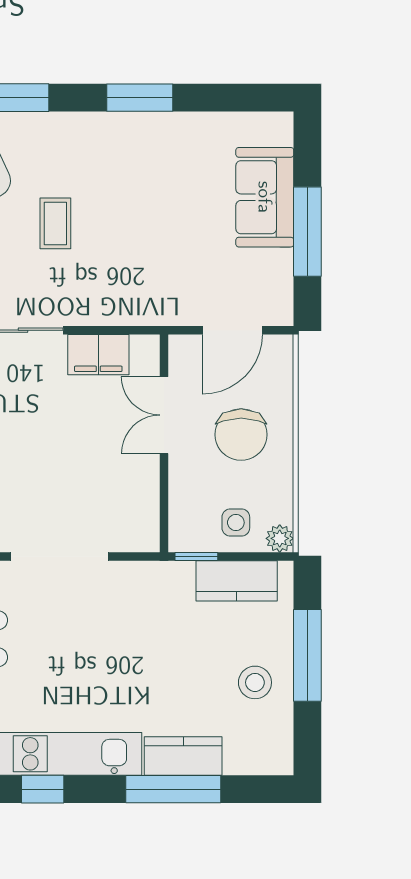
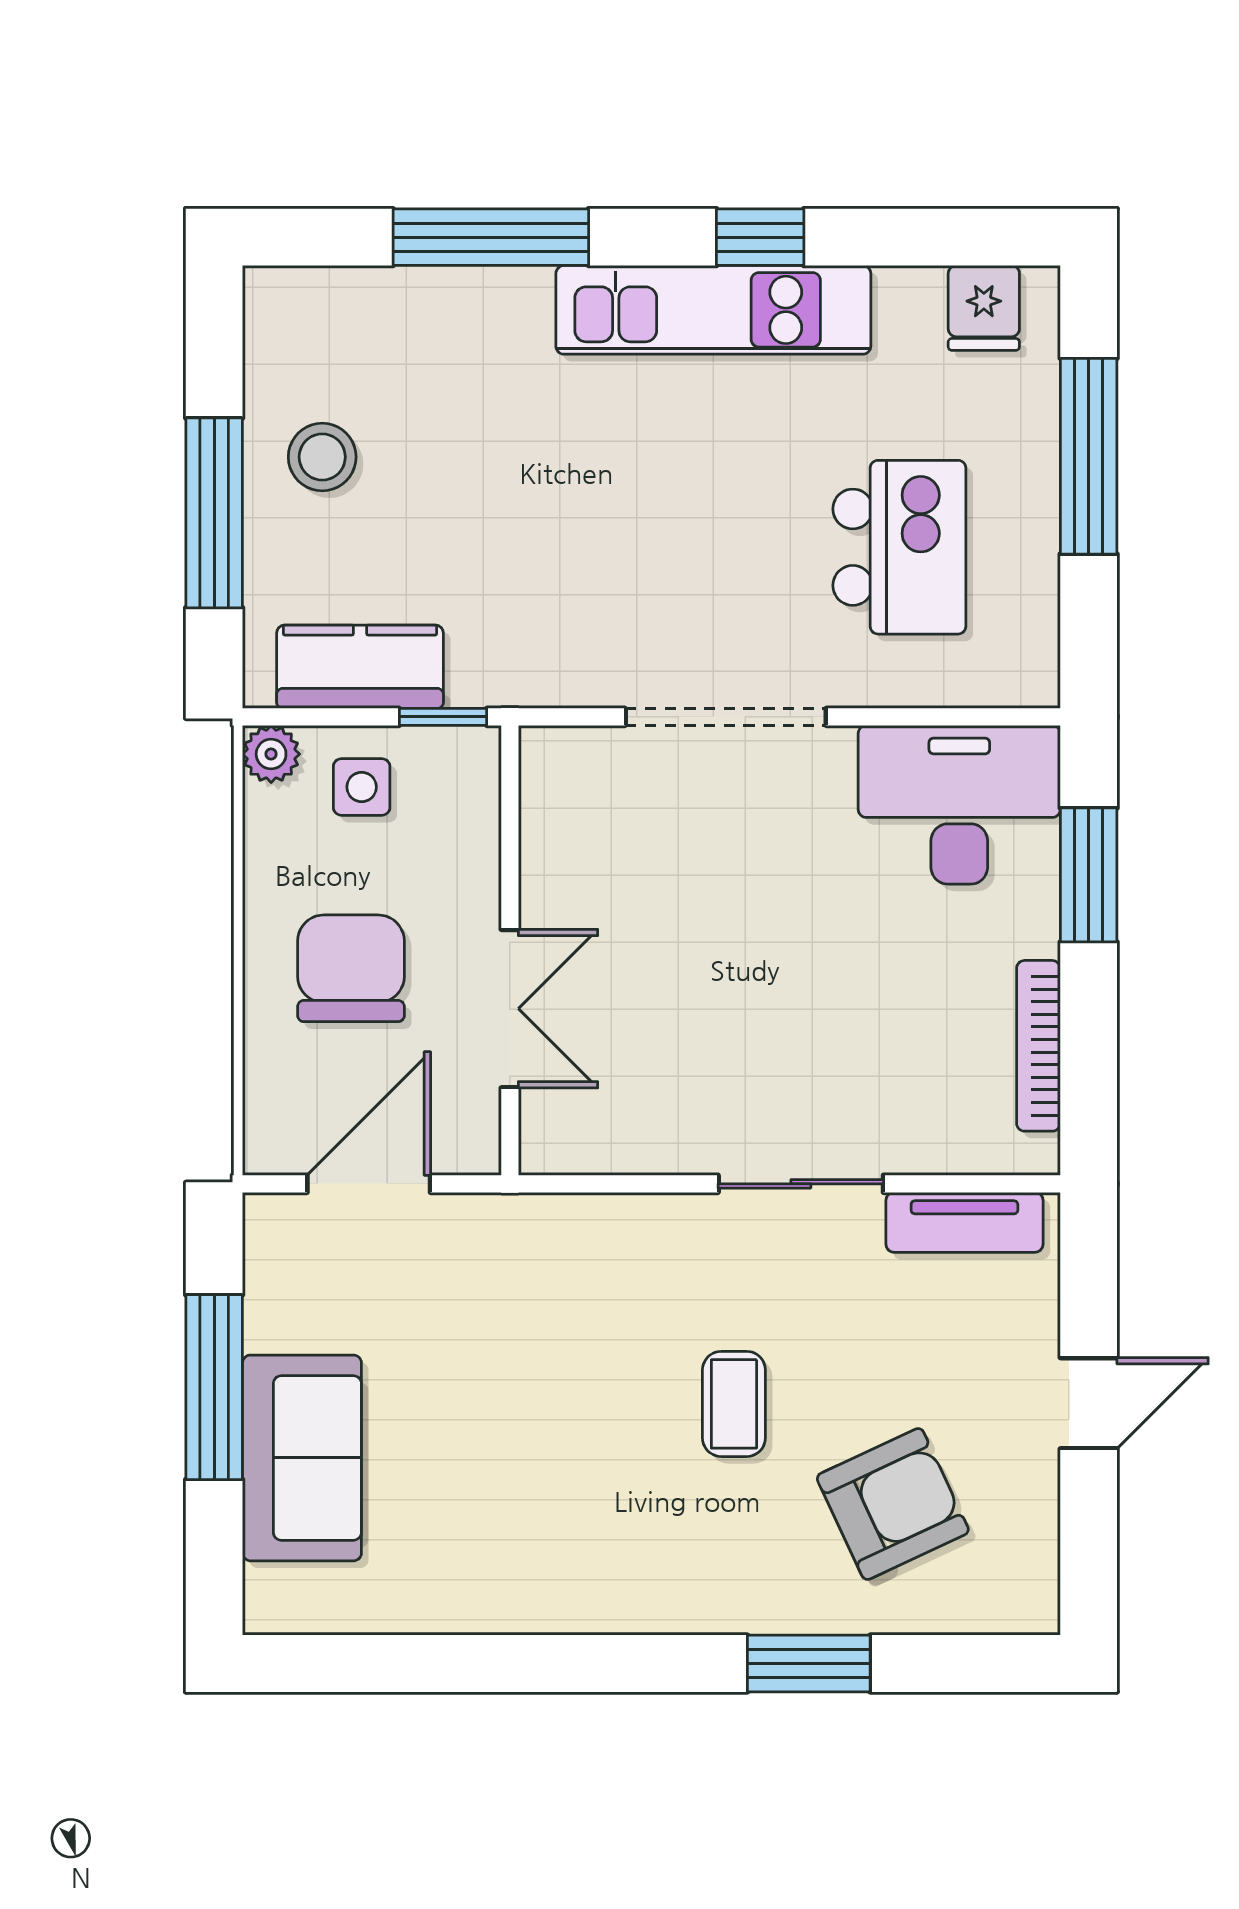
window: (140, 98) -> (560, 1664), removed
filing cabinet: (98, 355) -> (645, 1133), removed
kitchen counter: (183, 756) -> (470, 305), removed

